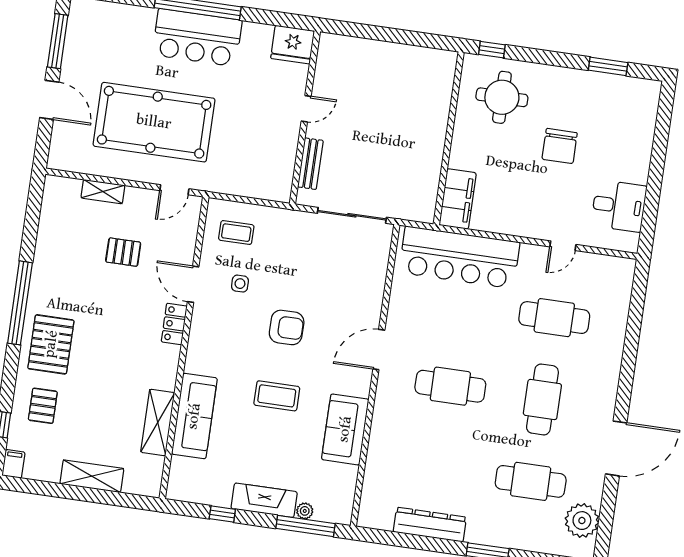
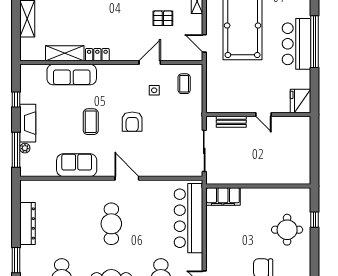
wall: (449, 138) -> (258, 186), moved
filing cabinet: (458, 199) -> (223, 196), moved
pallet: (123, 252) -> (163, 18), turned 90
locker: (174, 324) -> (97, 55), moved

